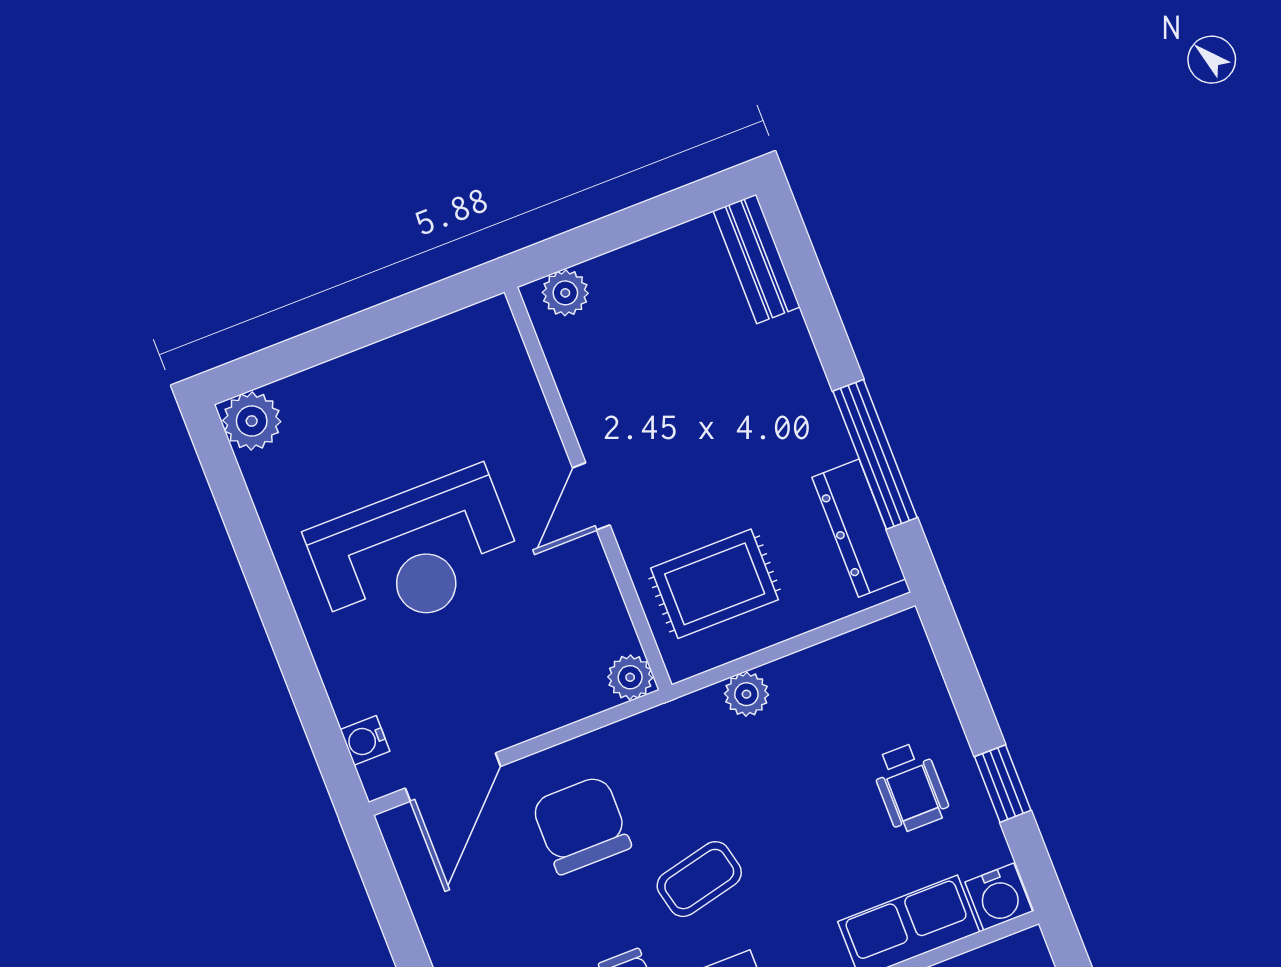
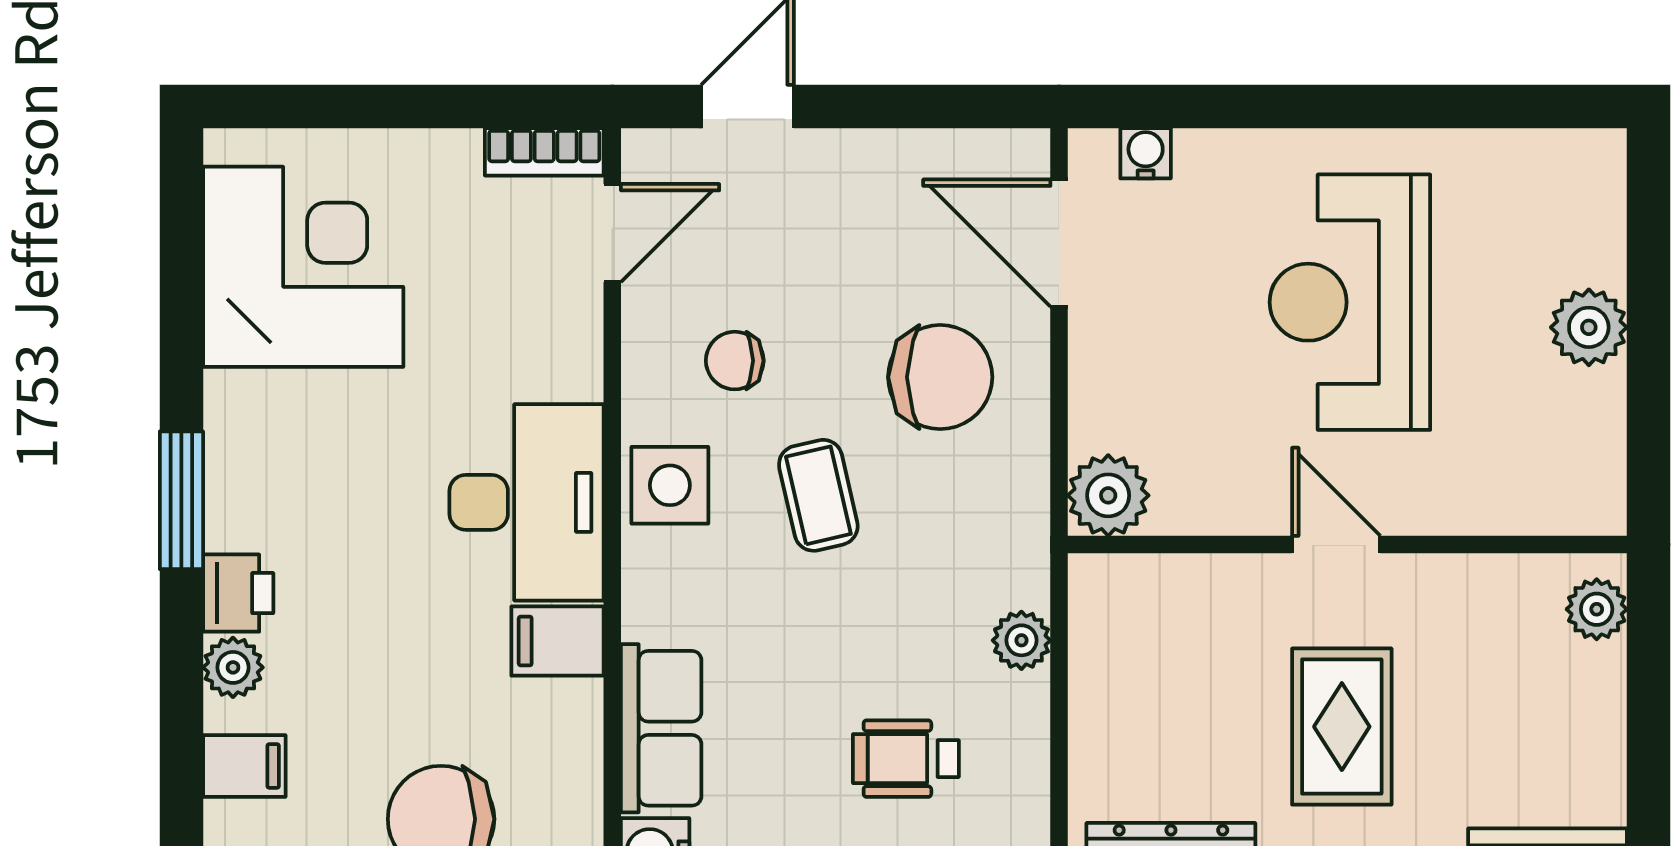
plant: (252, 421) -> (1589, 327), moved
rug: (715, 584) -> (1342, 727), moved
plant: (630, 677) -> (1108, 495), width x1.38, depth x1.38
wheelchair: (910, 787) -> (906, 759), moved

